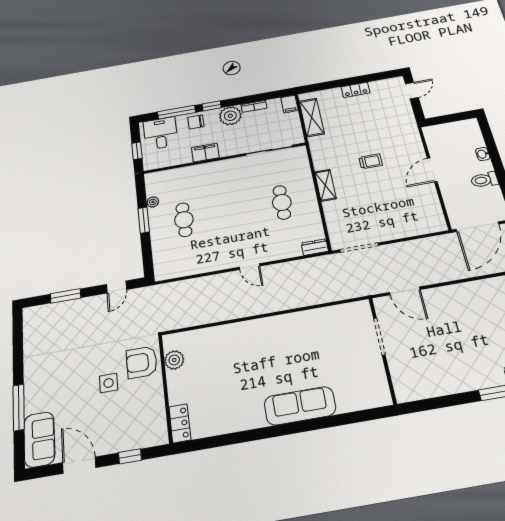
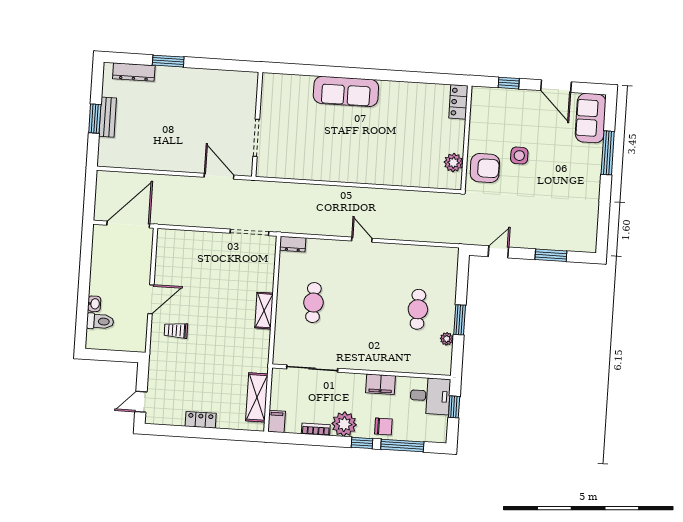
desk: (160, 133) -> (430, 396), moved, turned -90
trolley: (371, 161) -> (176, 330), moved
toilet: (484, 180) -> (100, 321), moved

